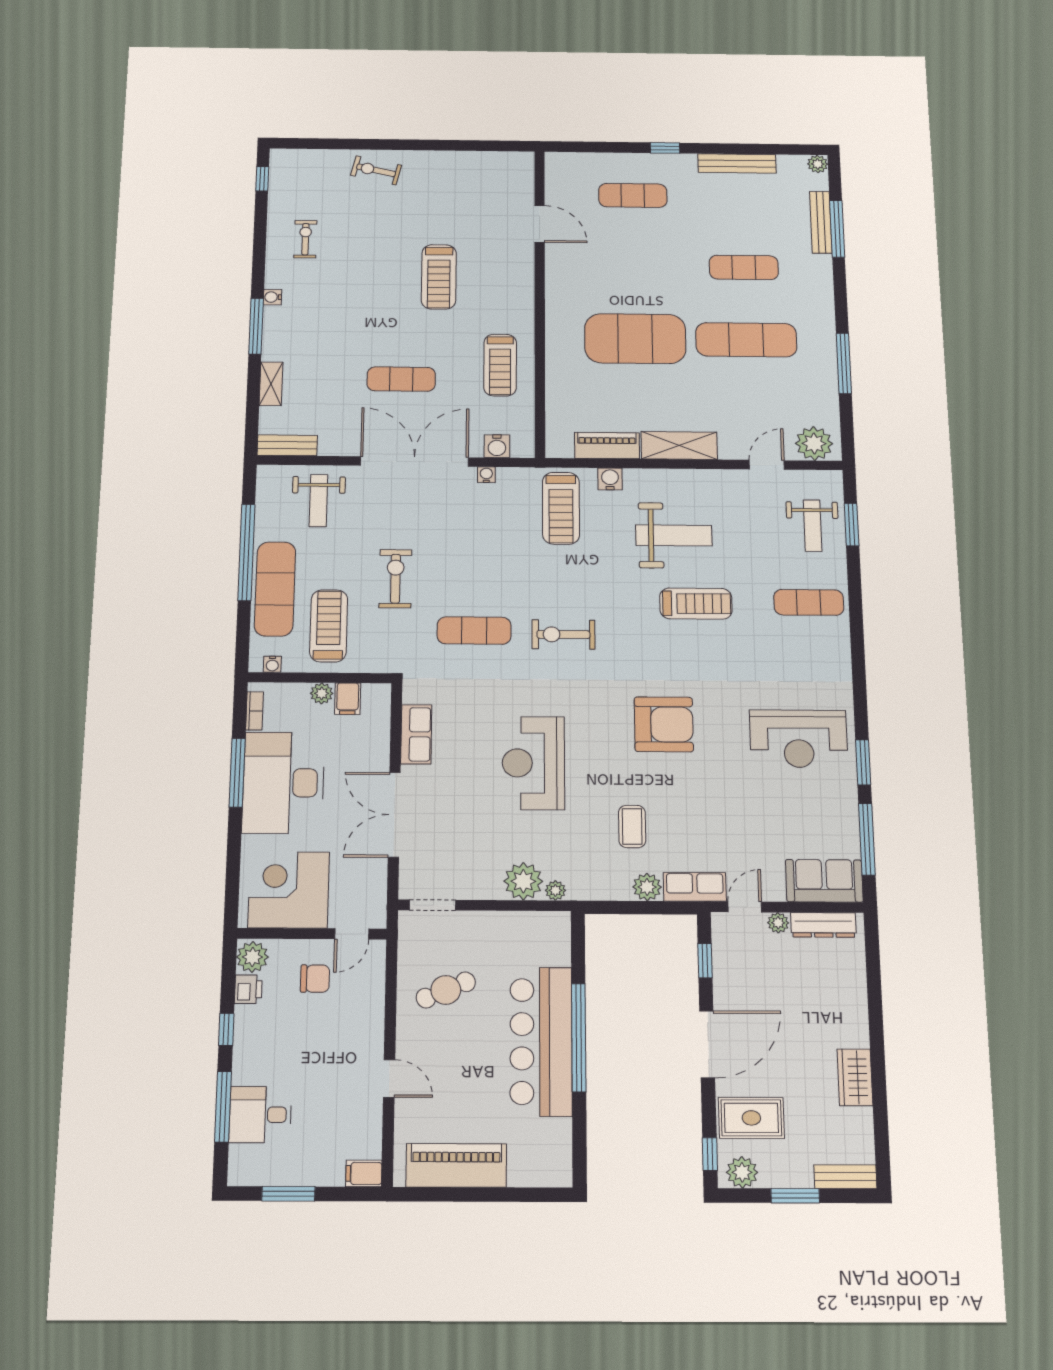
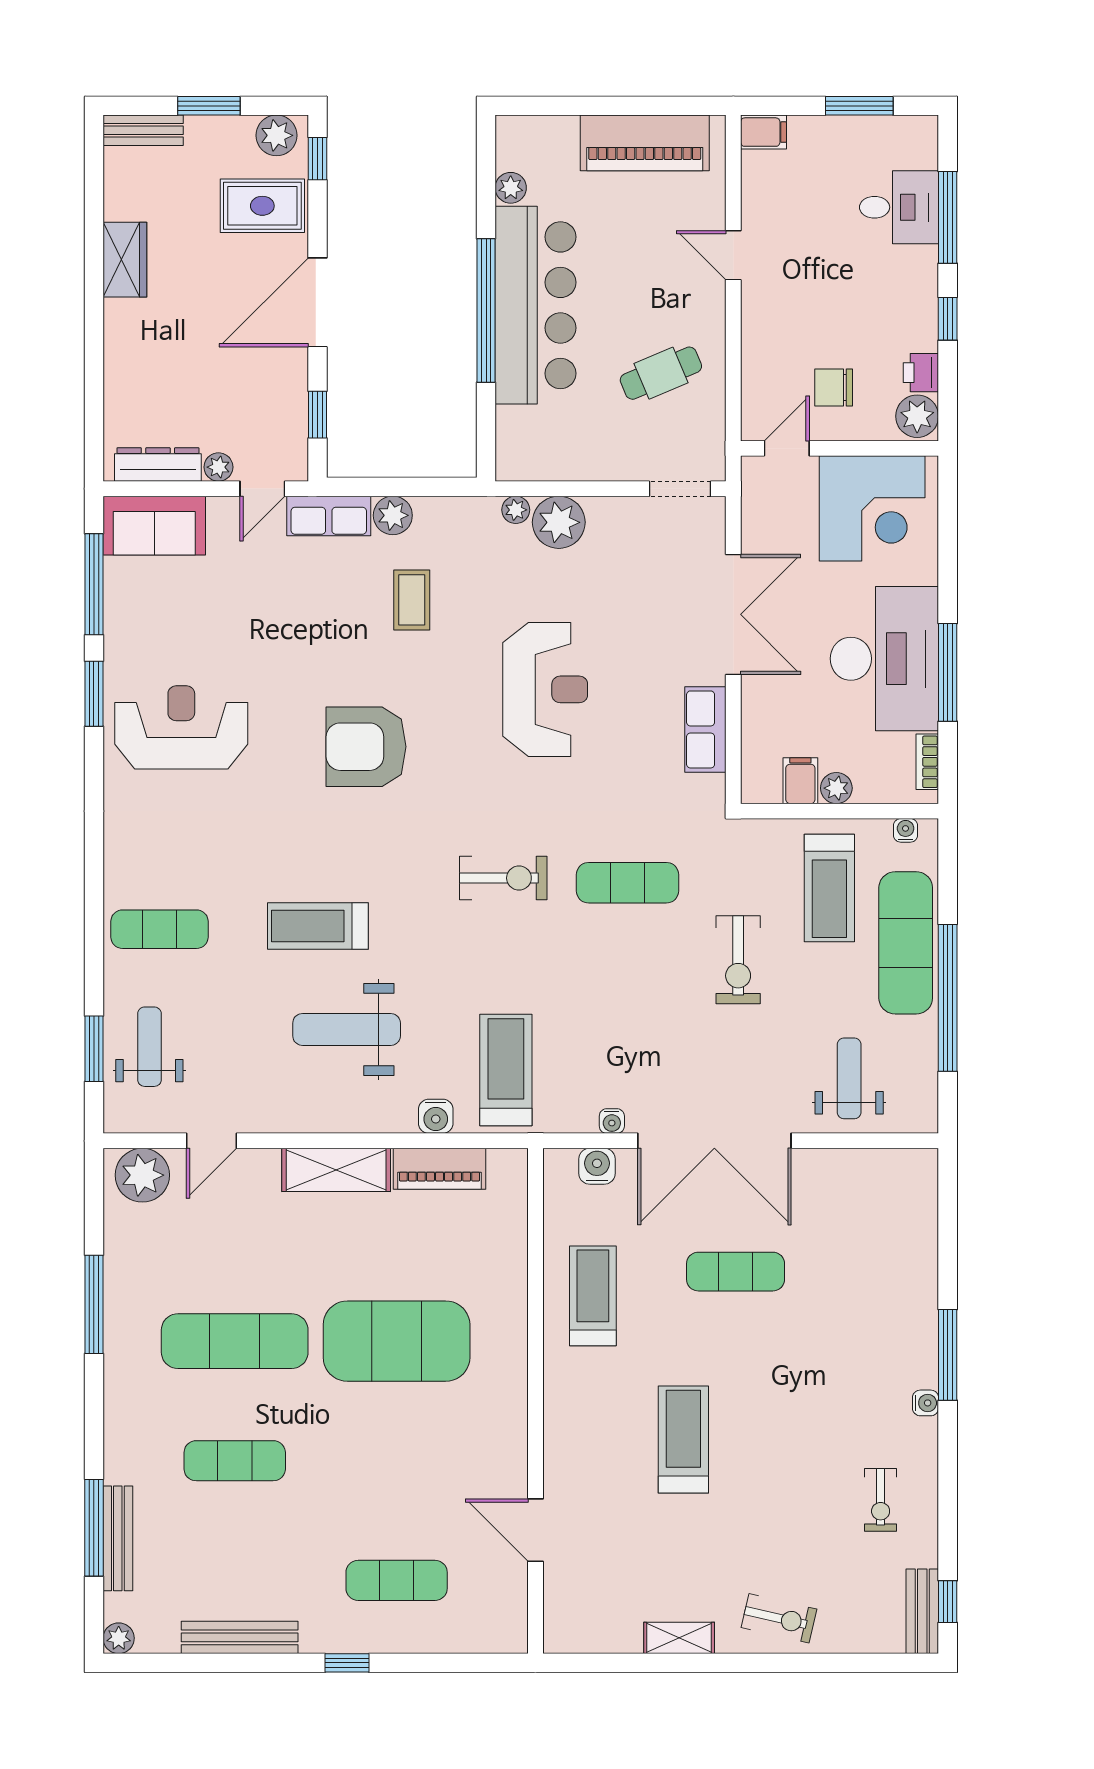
shelving: (271, 384) -> (679, 1638), moved, turned 90
bench: (287, 445) -> (922, 1611), moved, turned 90
plant: (560, 1131) -> (511, 188), added

